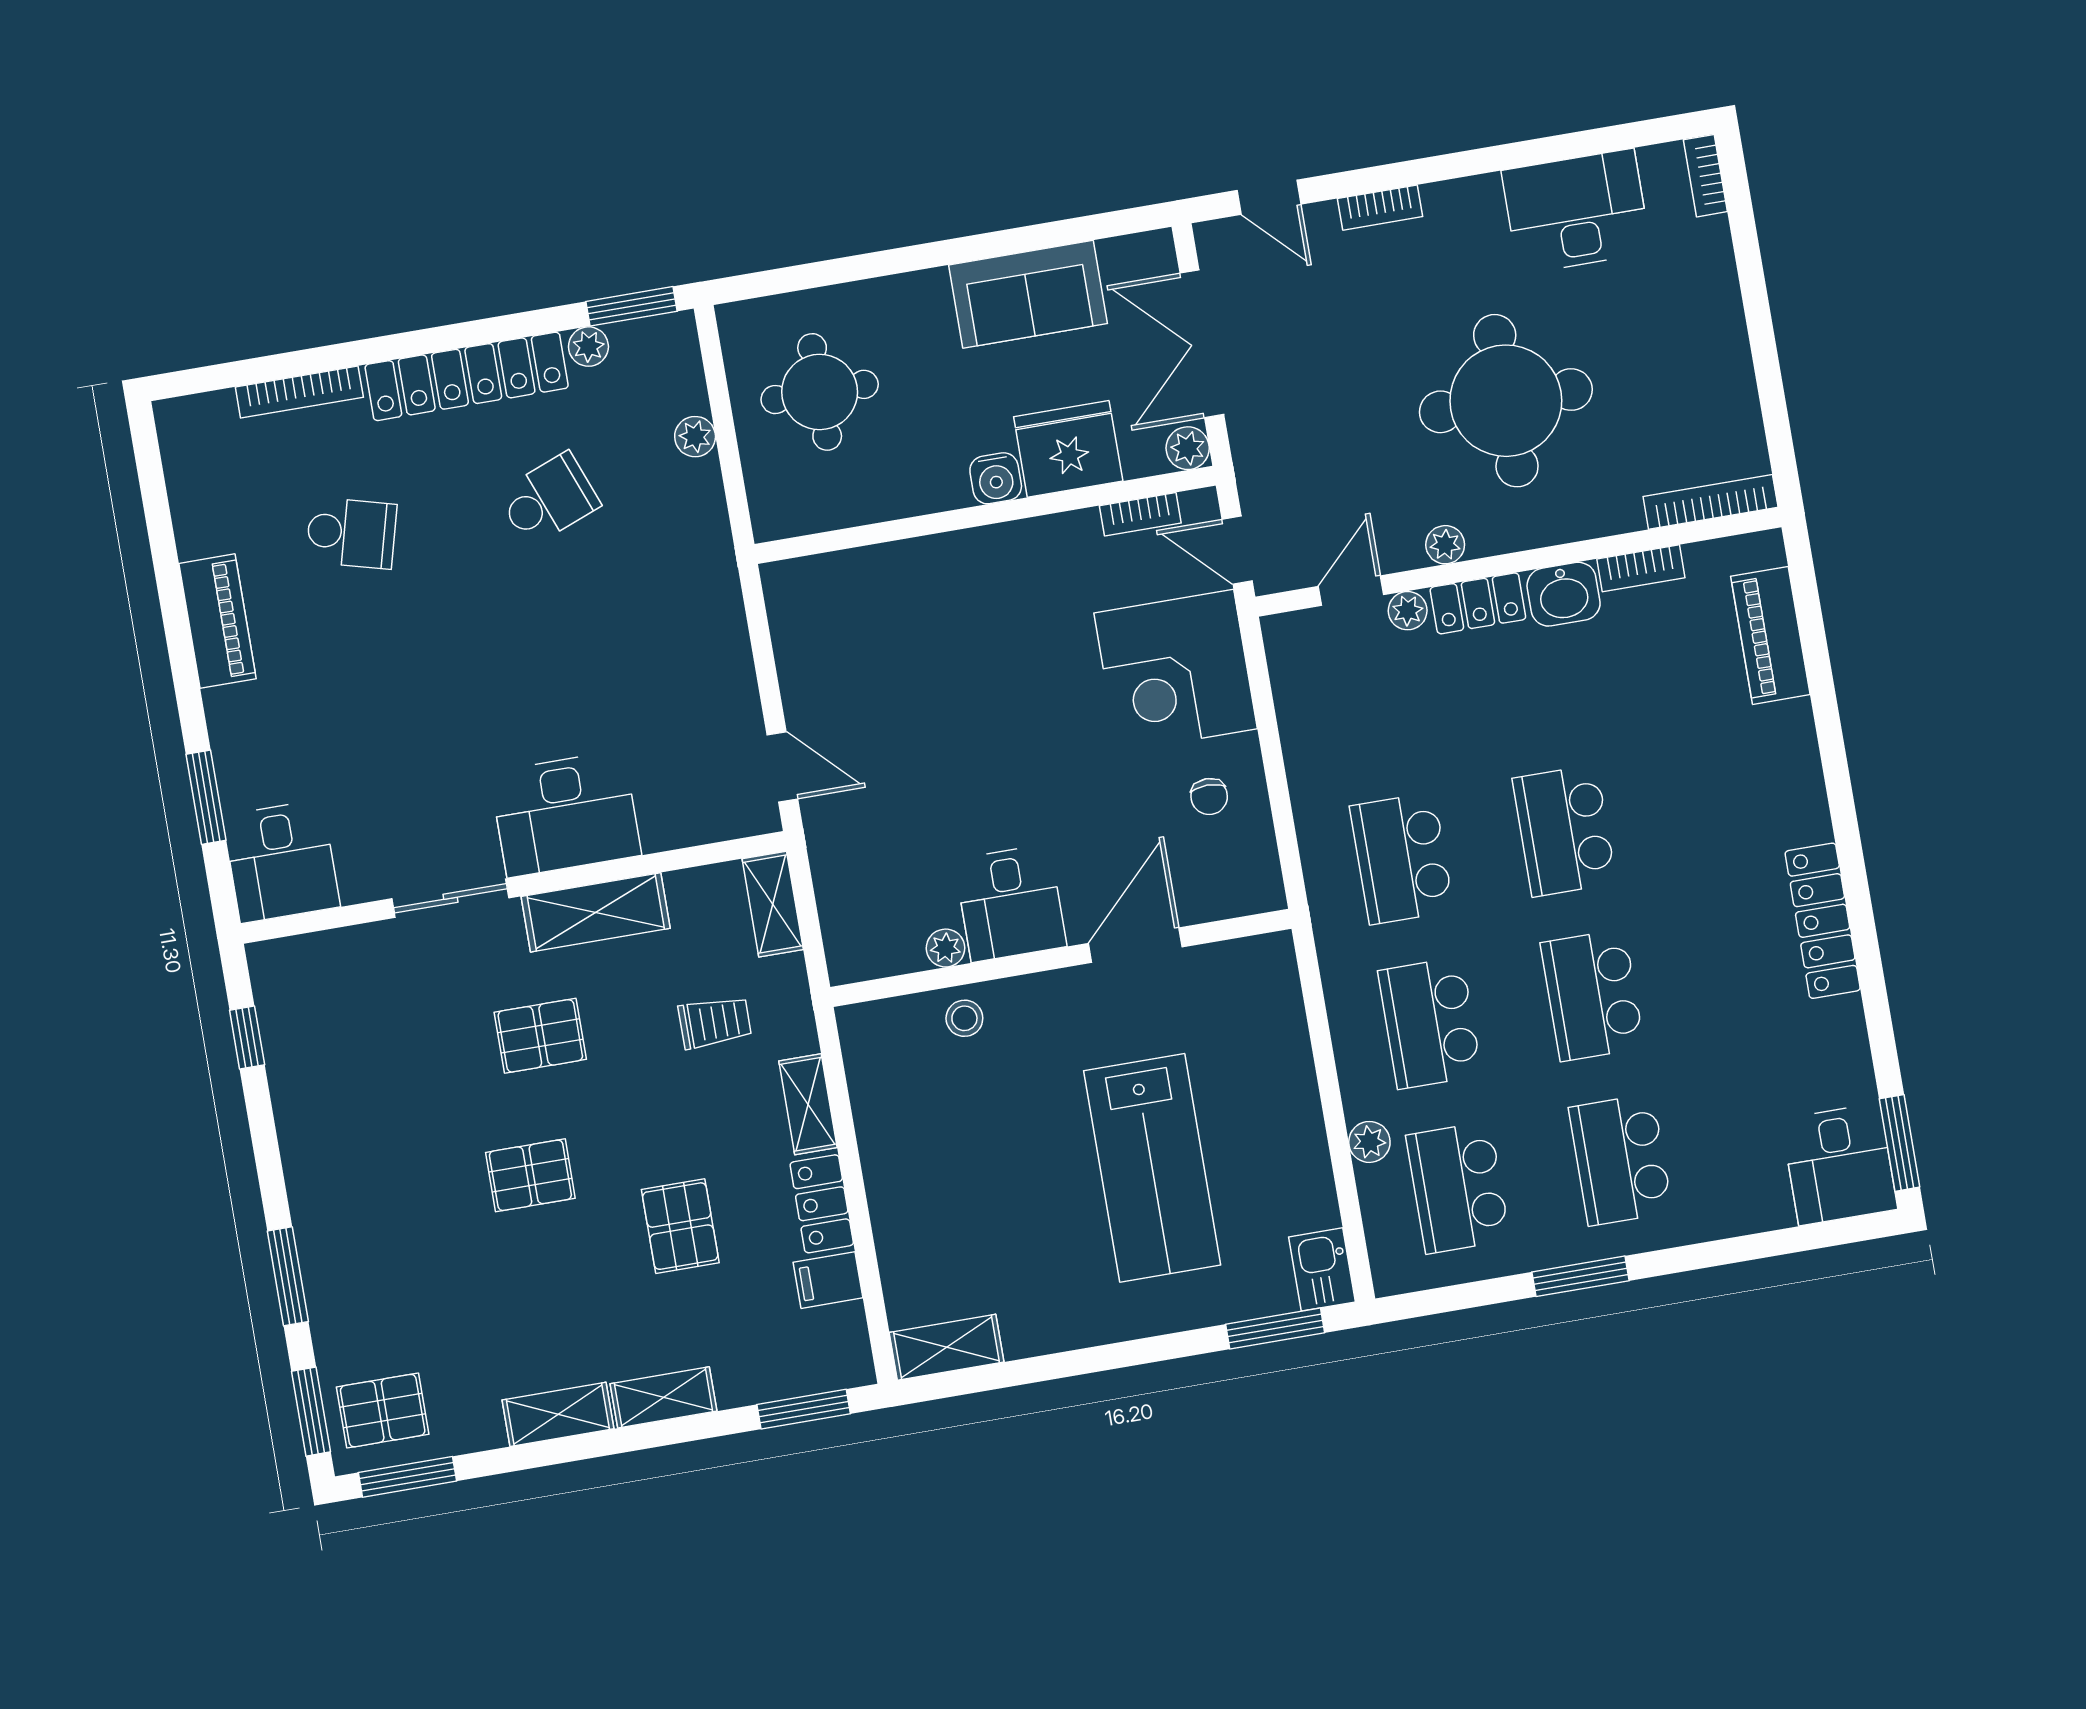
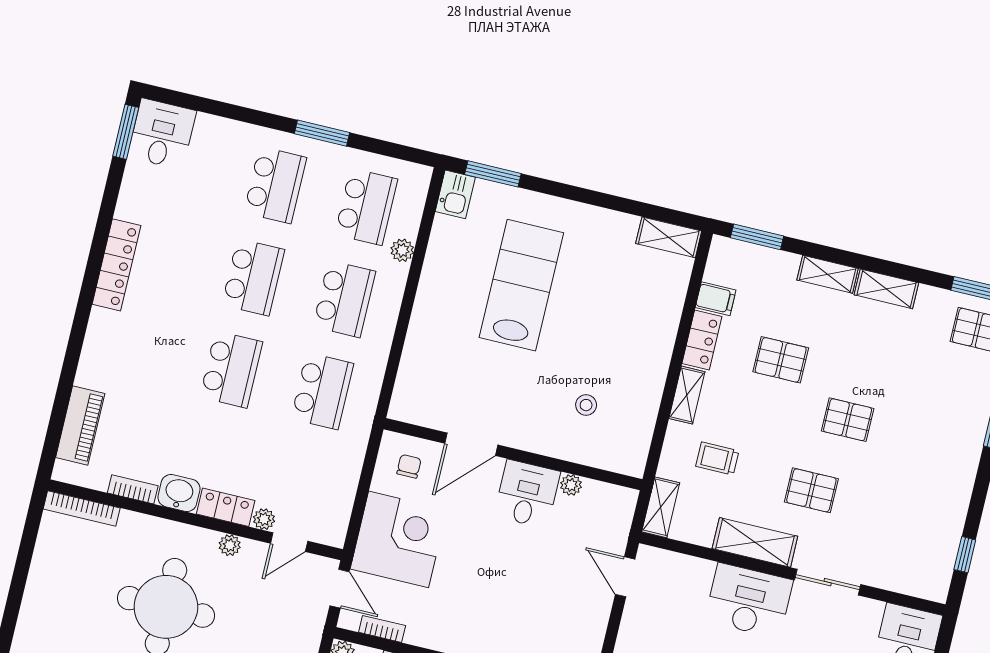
desk: (1011, 903) -> (527, 494), moved
door: (1135, 945) -> (471, 444), moved
plant: (946, 948) -> (571, 485), moved
wall: (1061, 958) -> (513, 454), moved
pallet: (680, 1226) -> (781, 360), turned 90

